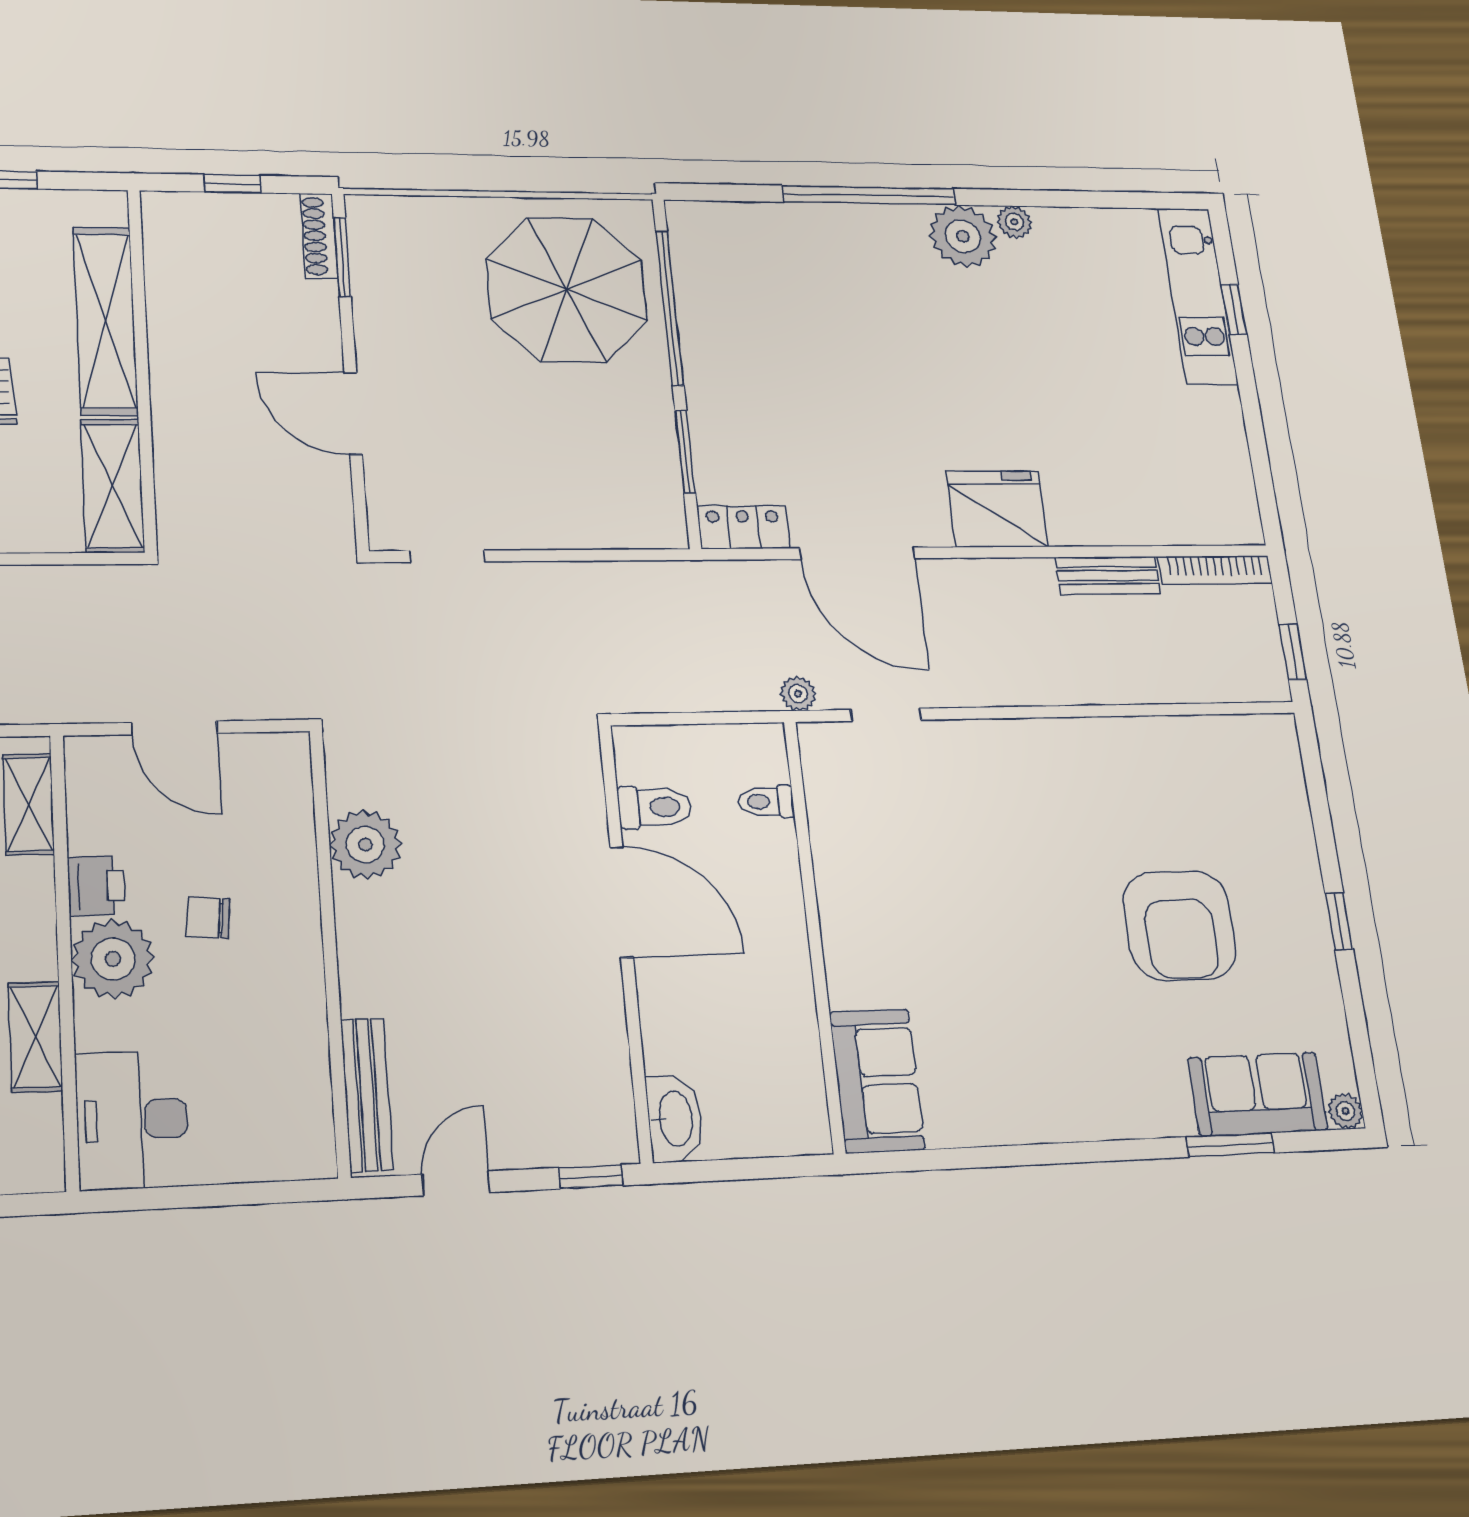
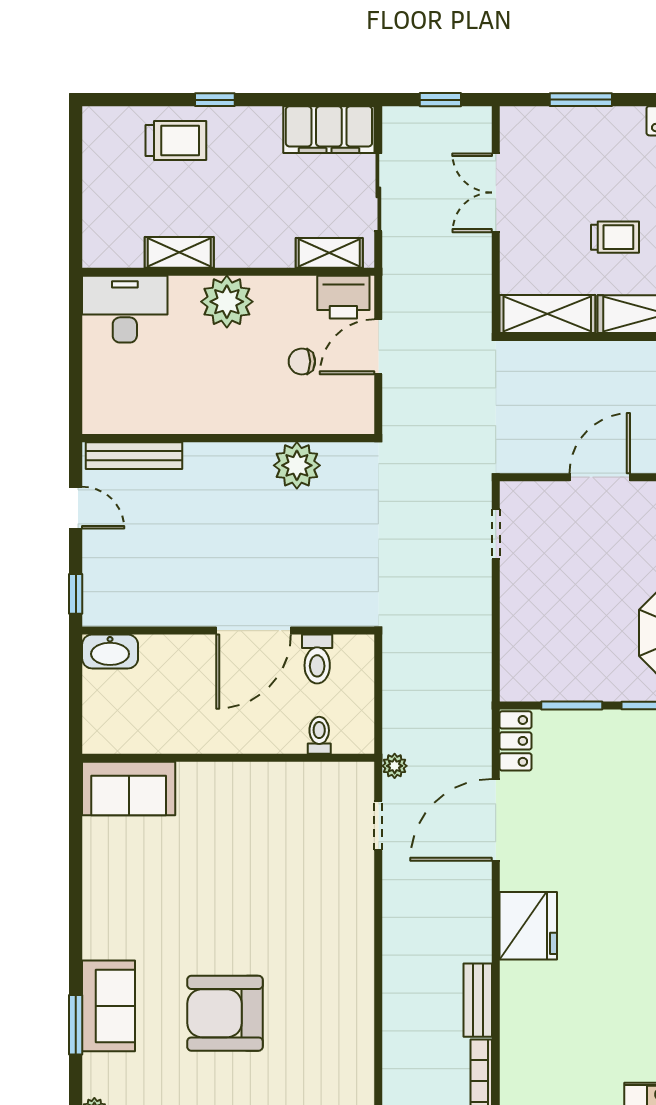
printer: (96, 886) -> (343, 297), moved, width x1.36, depth x1.24
chair: (208, 917) -> (302, 361), moved, turned -95
sofa: (1258, 1094) -> (108, 1006), moved

